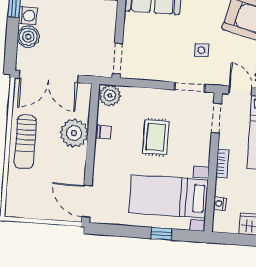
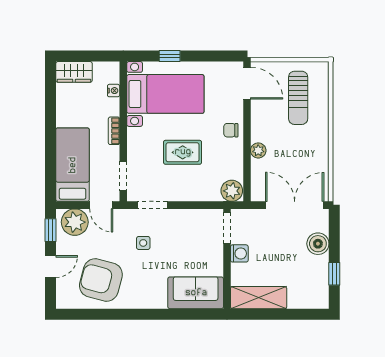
washing machine: (28, 16) -> (239, 253), moved, turned 180
chair: (104, 132) -> (231, 130), moved
plant: (74, 133) -> (258, 150), width x0.53, depth x0.53
rug: (156, 137) -> (183, 152), turned 90
sun lounger: (25, 142) -> (298, 98), moved, turned 180

